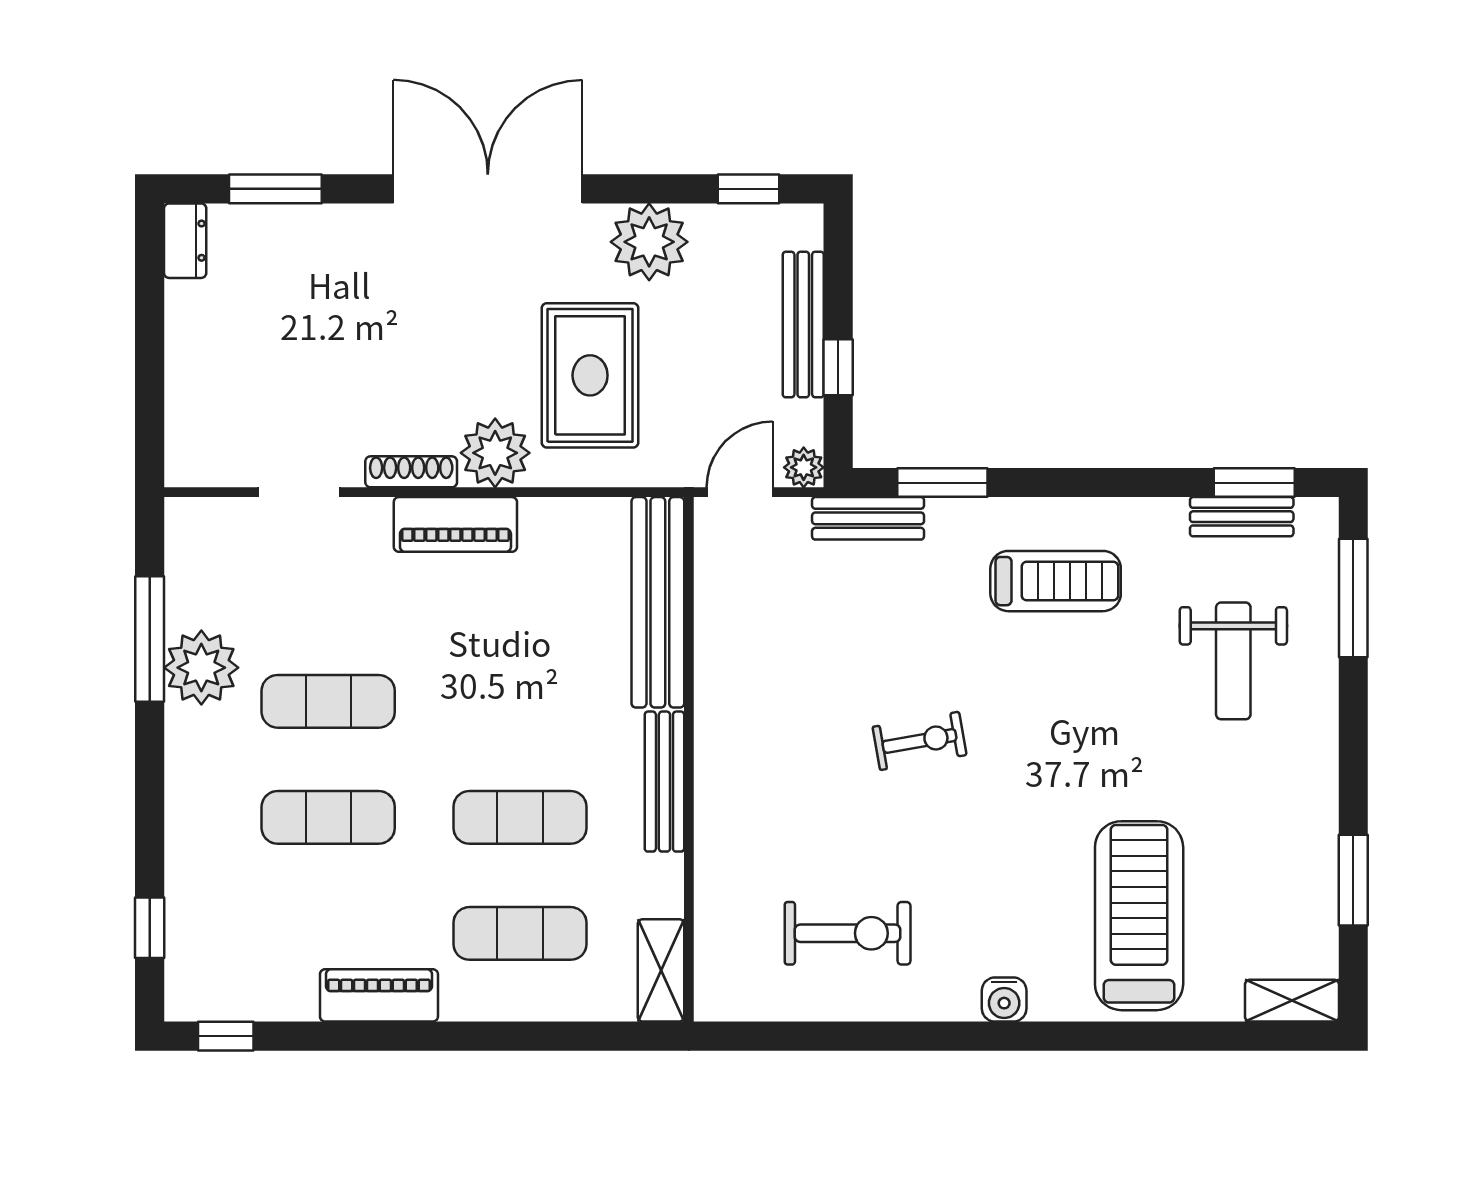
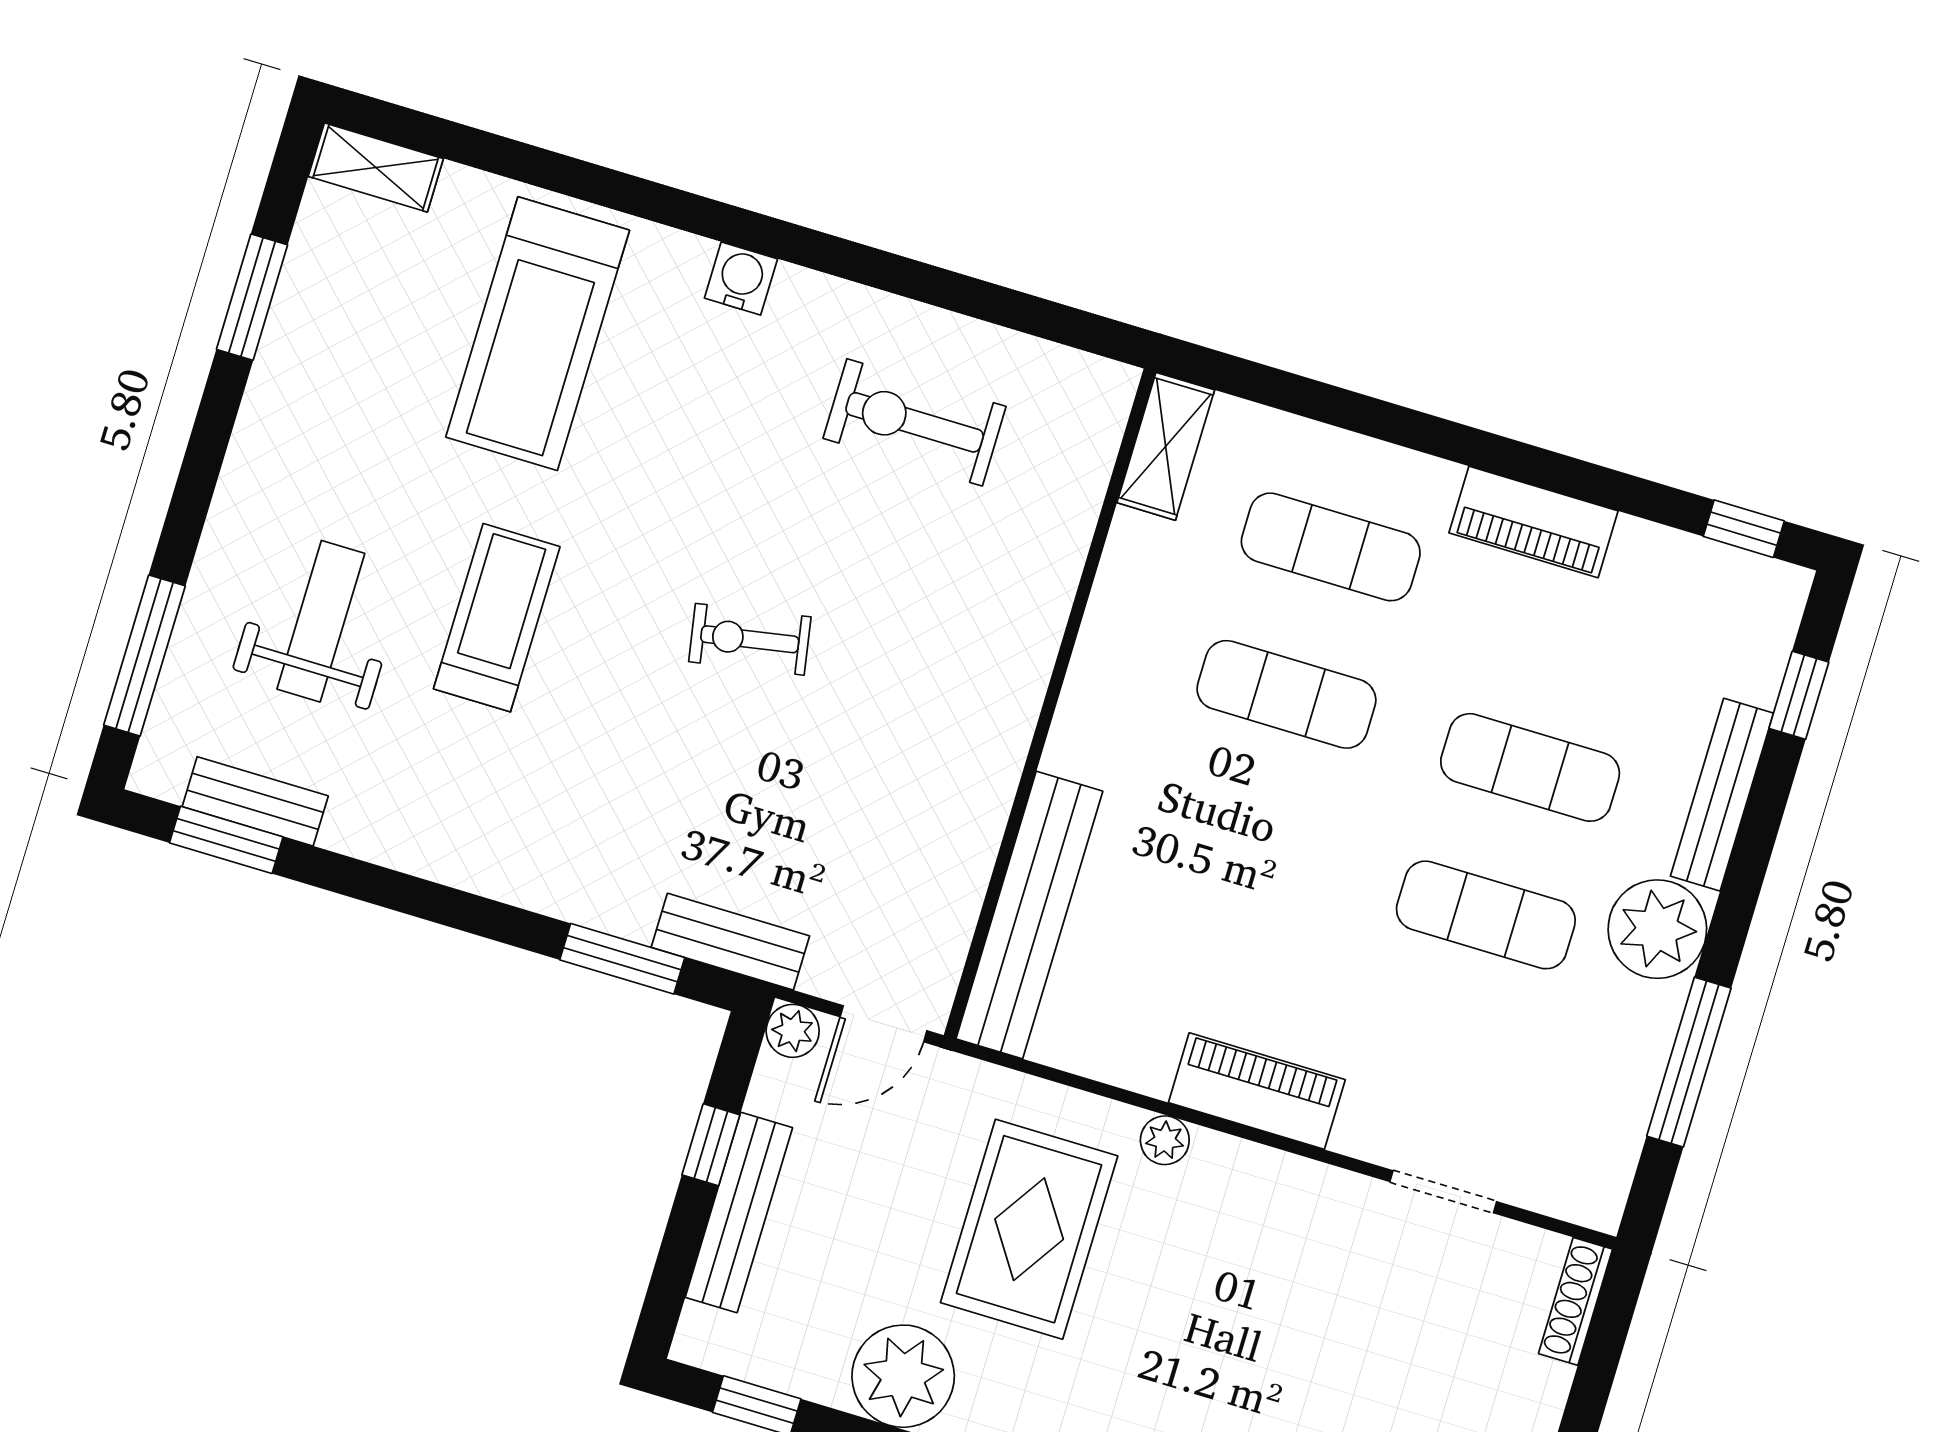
plant: (495, 453) -> (1165, 1140), width x0.53, depth x0.53
shoe rack: (411, 472) -> (1576, 1301), moved, turned 90
treadmill: (1056, 581) -> (497, 618), moved, turned 90
plant: (201, 668) -> (1657, 929), moved
bench: (664, 782) -> (1722, 795), moved

